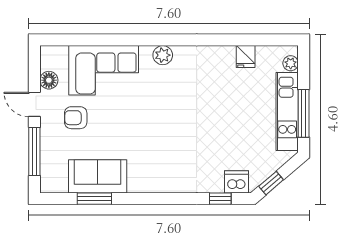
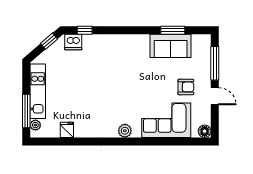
floor lamp: (49, 80) -> (205, 131), moved
window: (304, 113) -> (26, 111), moved

